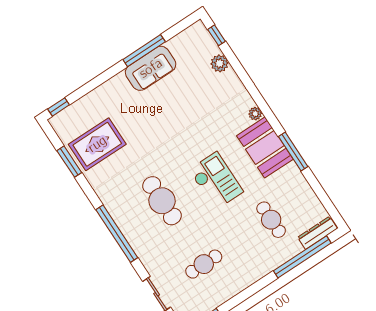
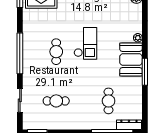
checkout: (216, 181) -> (85, 43), moved
cafe table: (162, 201) -> (56, 52), width x0.73, depth x0.74

